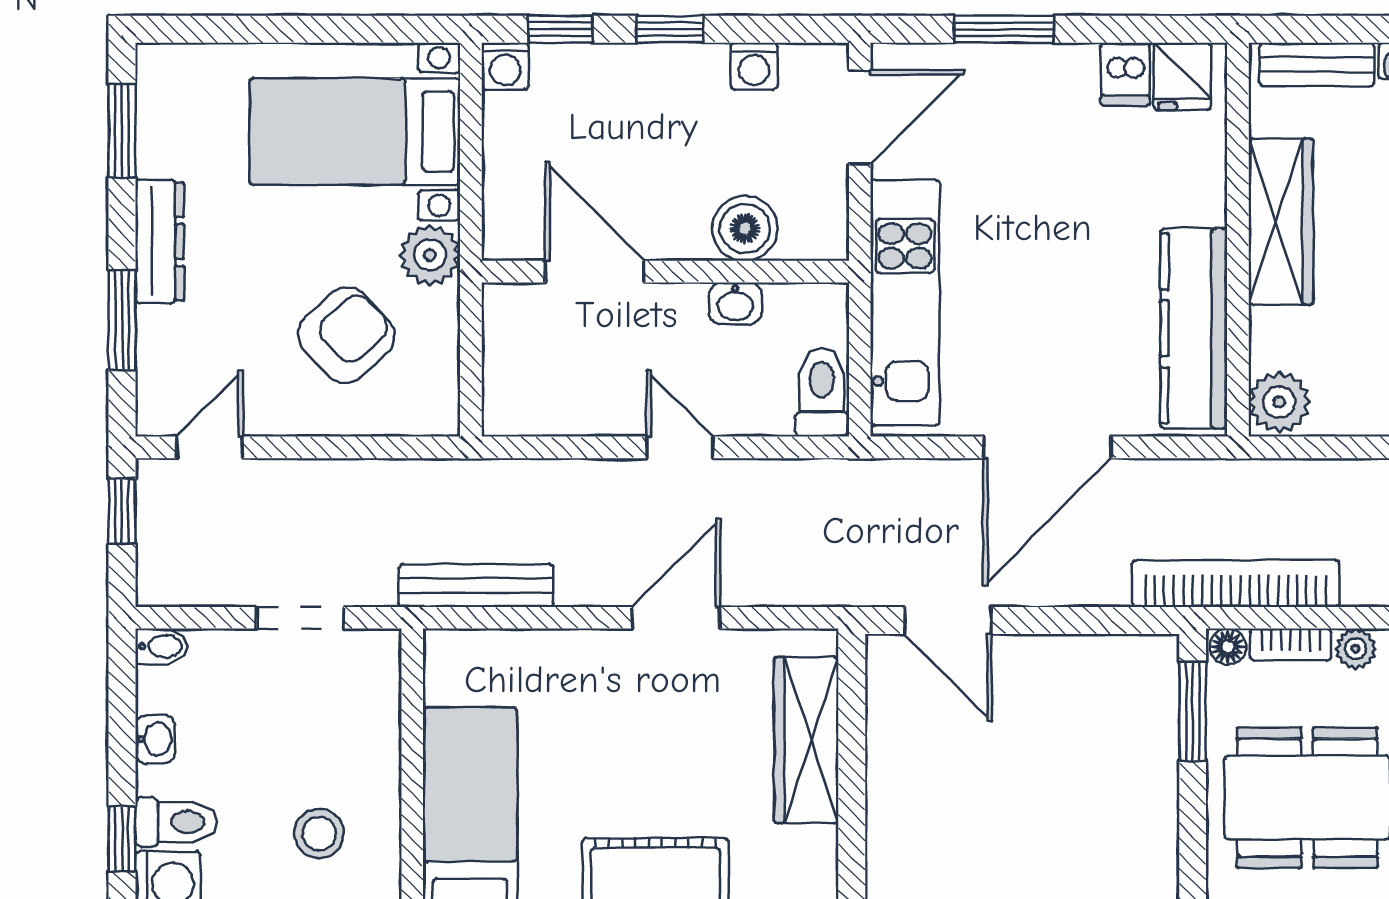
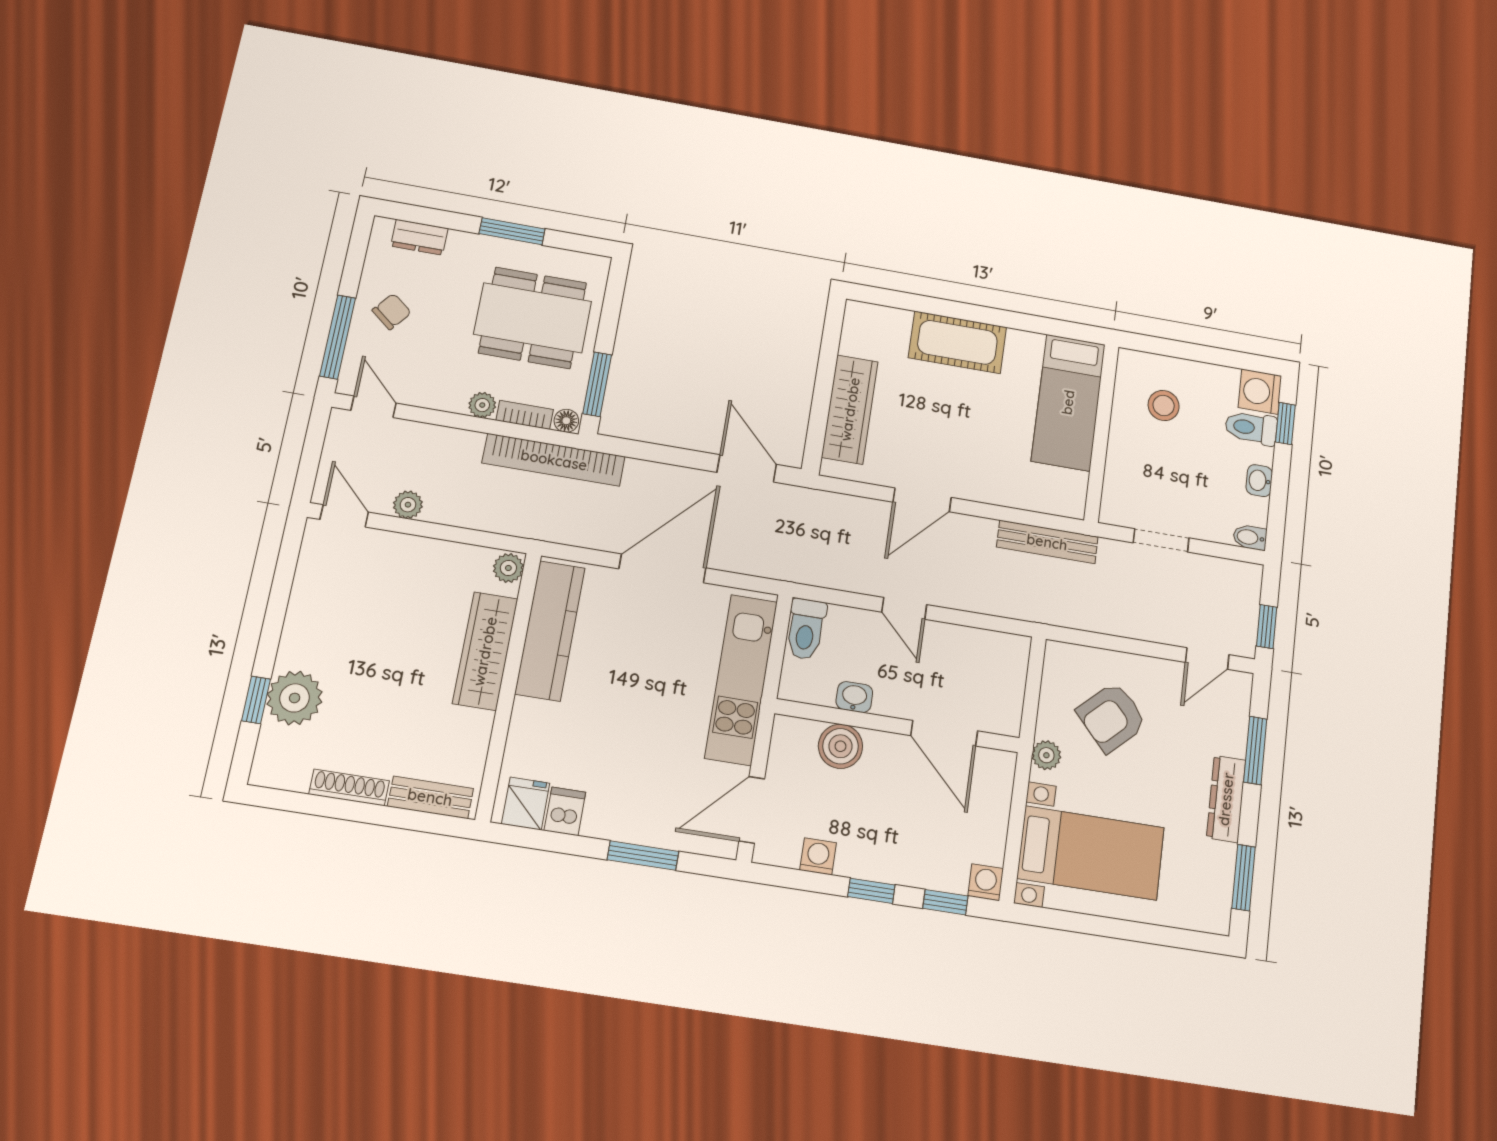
wardrobe: (1281, 222) -> (485, 651), moved
plant: (430, 255) -> (1046, 755), width x0.73, depth x0.73
plant: (1279, 402) -> (508, 568), width x0.73, depth x0.73

